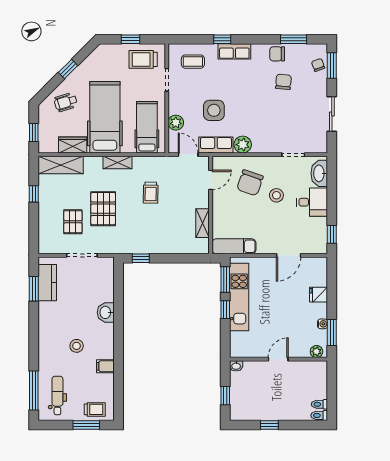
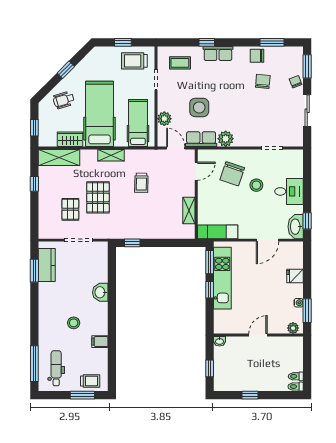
chair: (318, 65) -> (296, 82), moved
washbasin: (319, 173) -> (296, 227), moved

